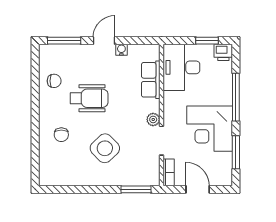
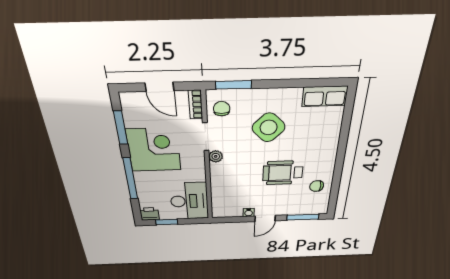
row of seats: (151, 80) -> (325, 96), moved, turned 90
chair: (61, 135) -> (222, 109), moved

